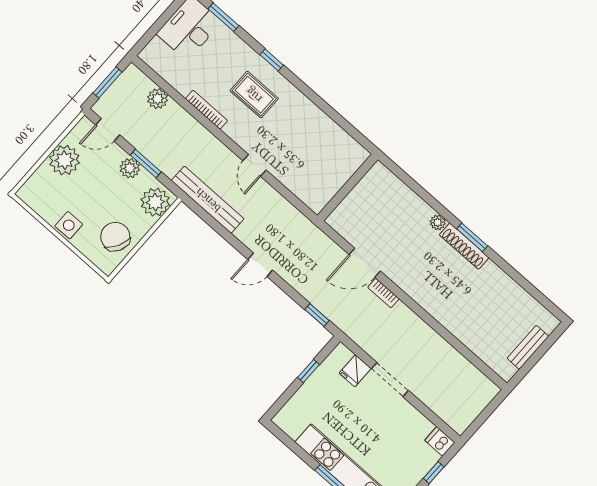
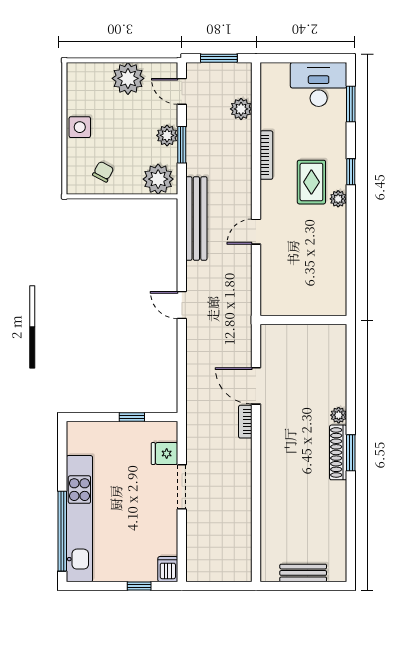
plant: (283, 86) -> (338, 199), added
chair: (115, 237) -> (103, 172), width x0.54, depth x0.54
window: (317, 315) -> (182, 385), removed

